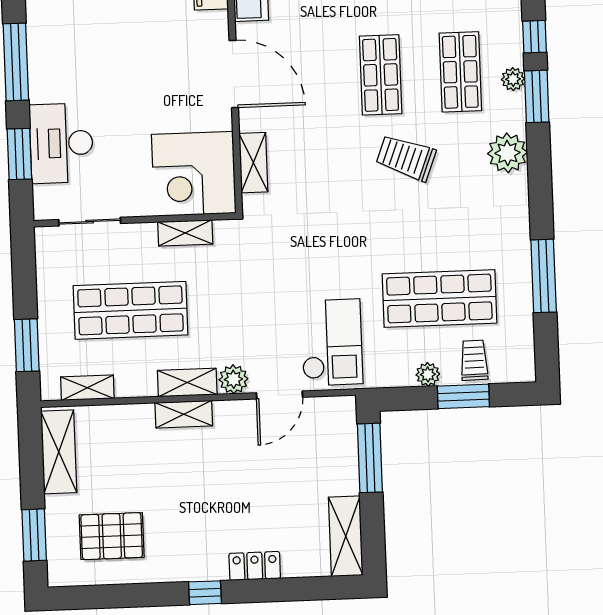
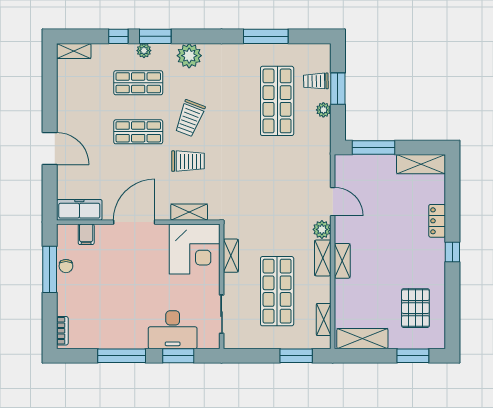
trolley: (336, 157) -> (188, 161), added
checkout: (332, 342) -> (301, 168), removed

